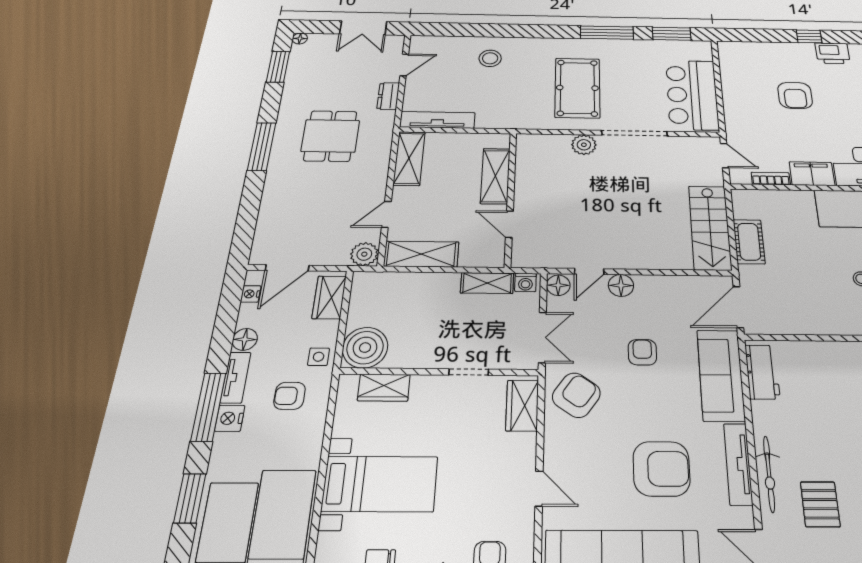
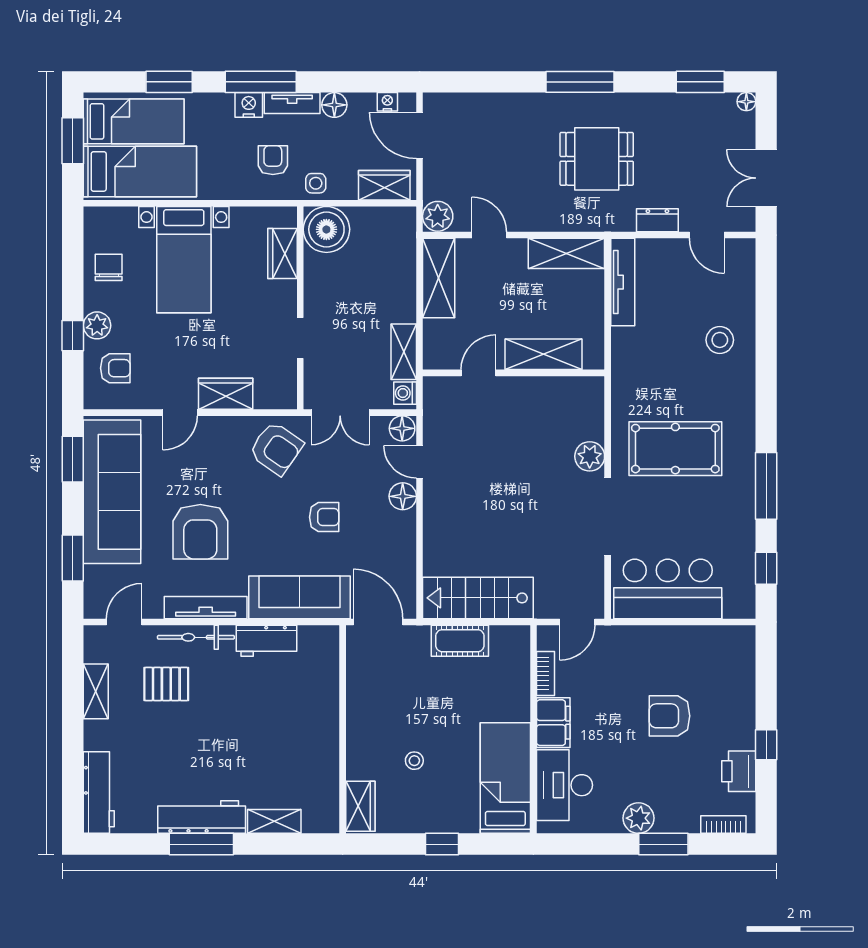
window: (672, 34) -> (766, 568), width x0.67
workbench: (762, 372) -> (266, 641), moved
wardrobe: (522, 406) -> (226, 394), moved

